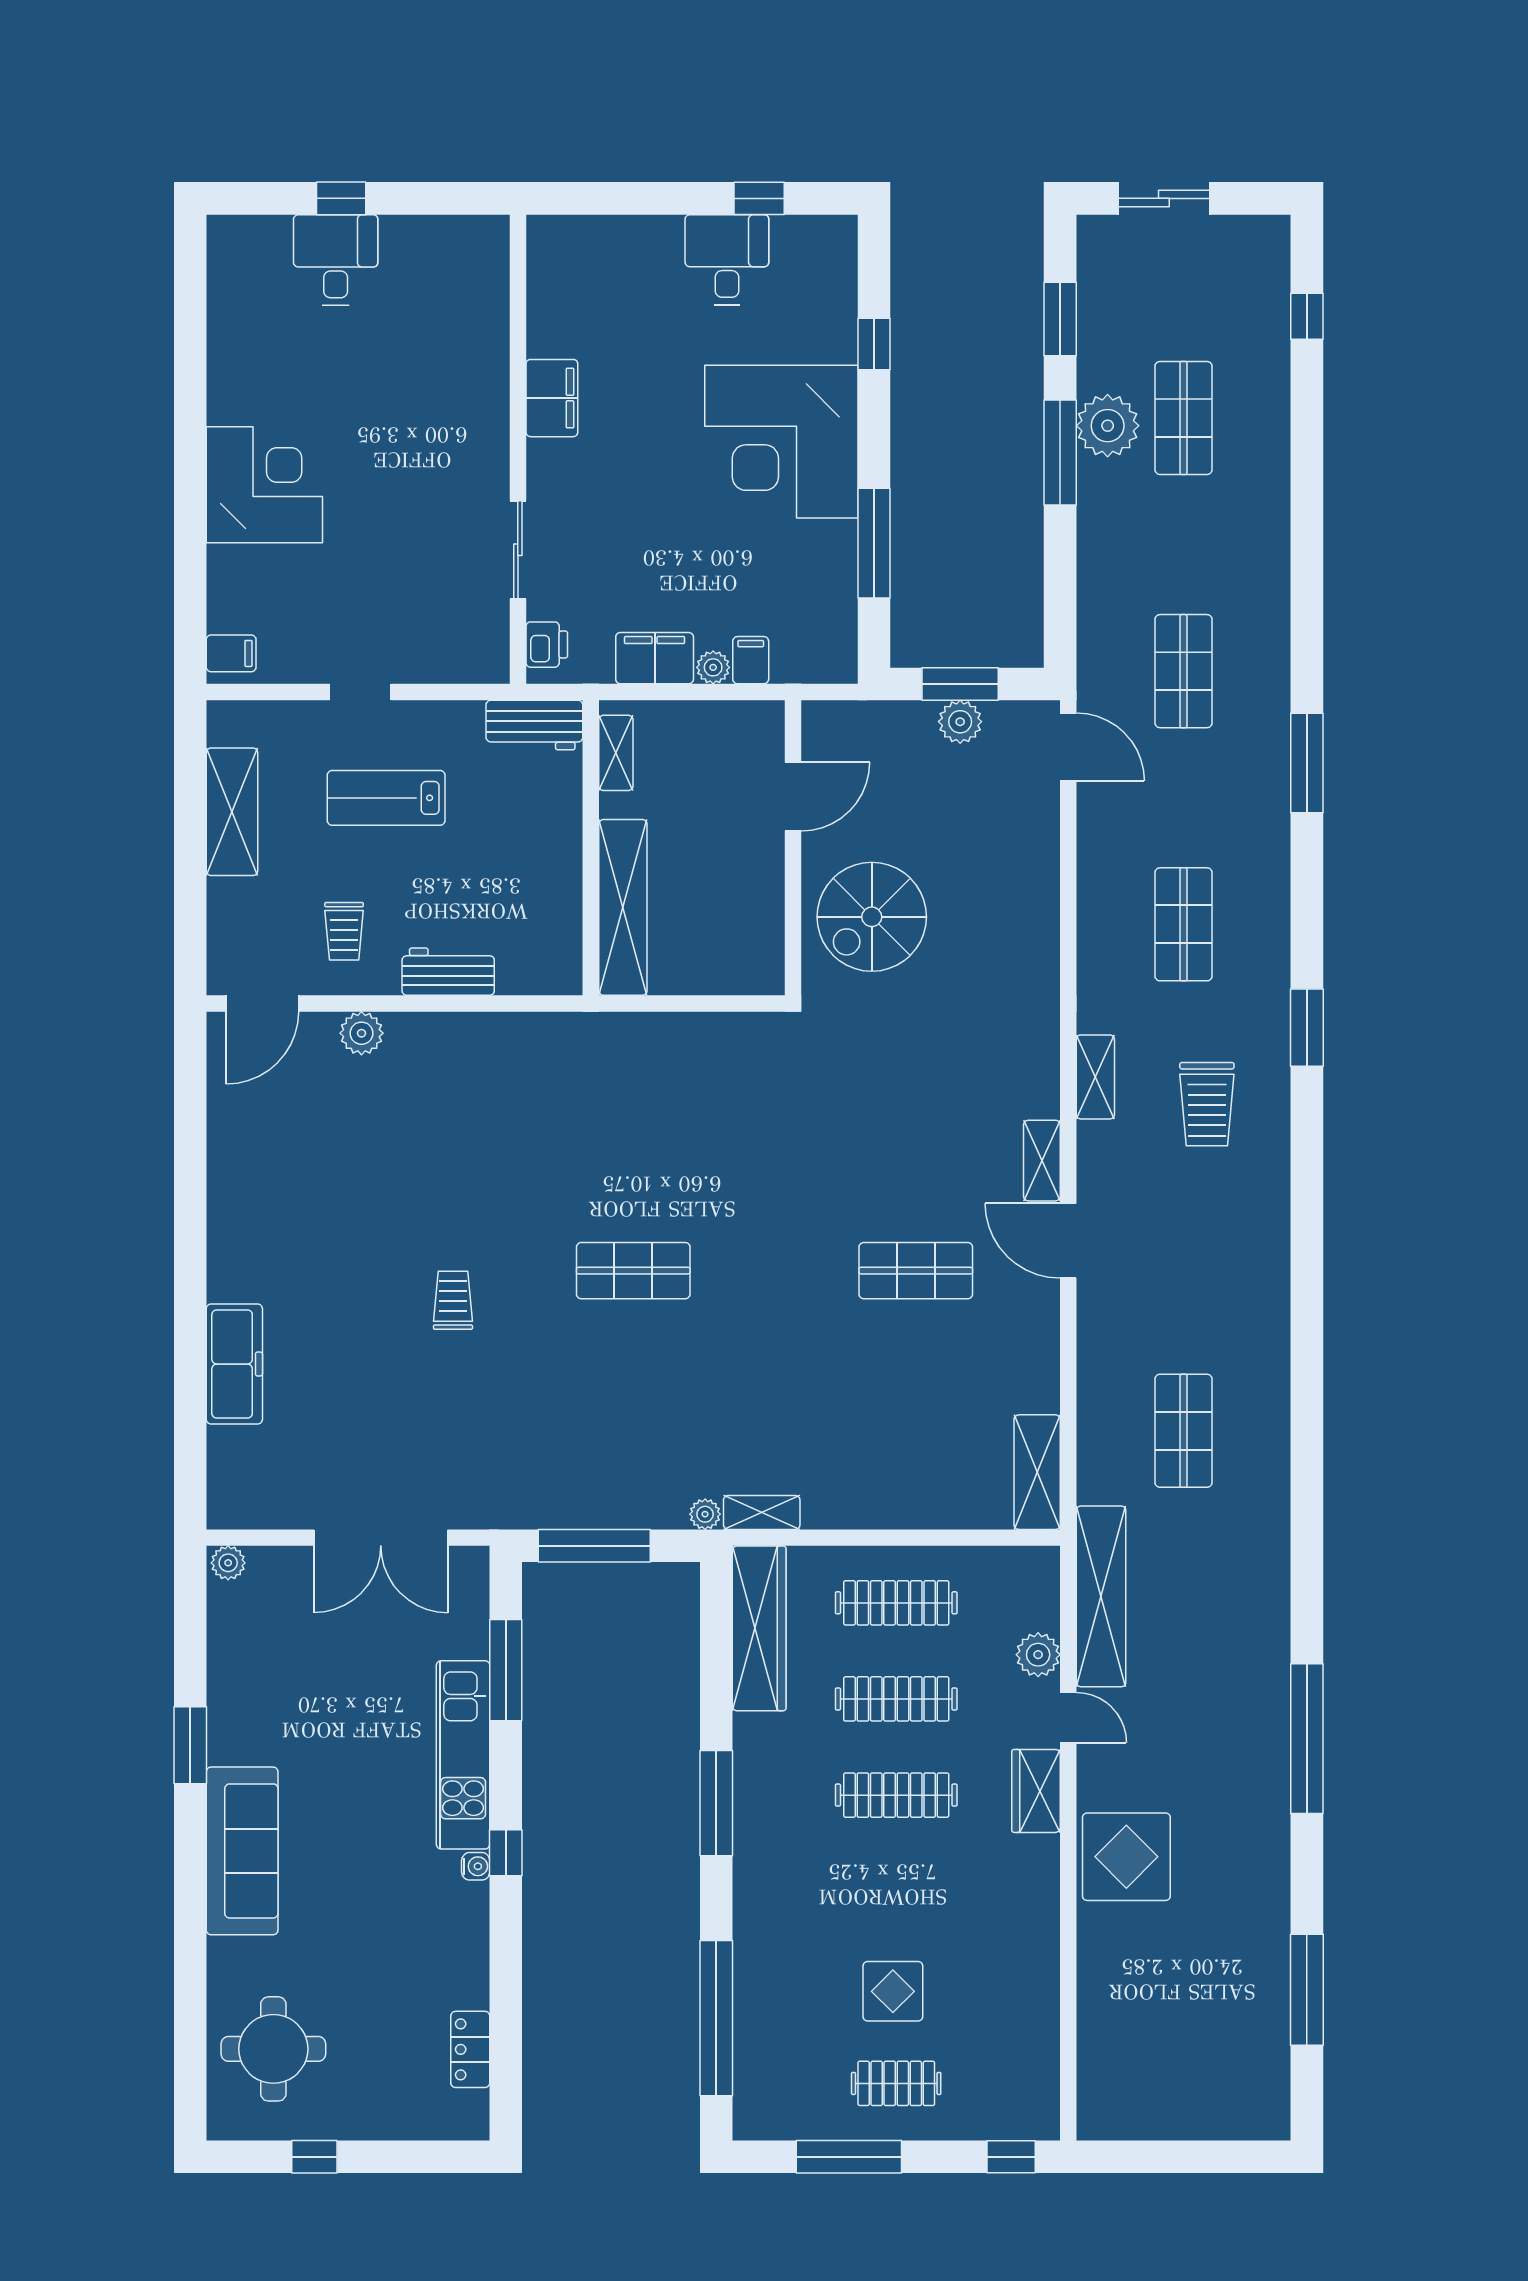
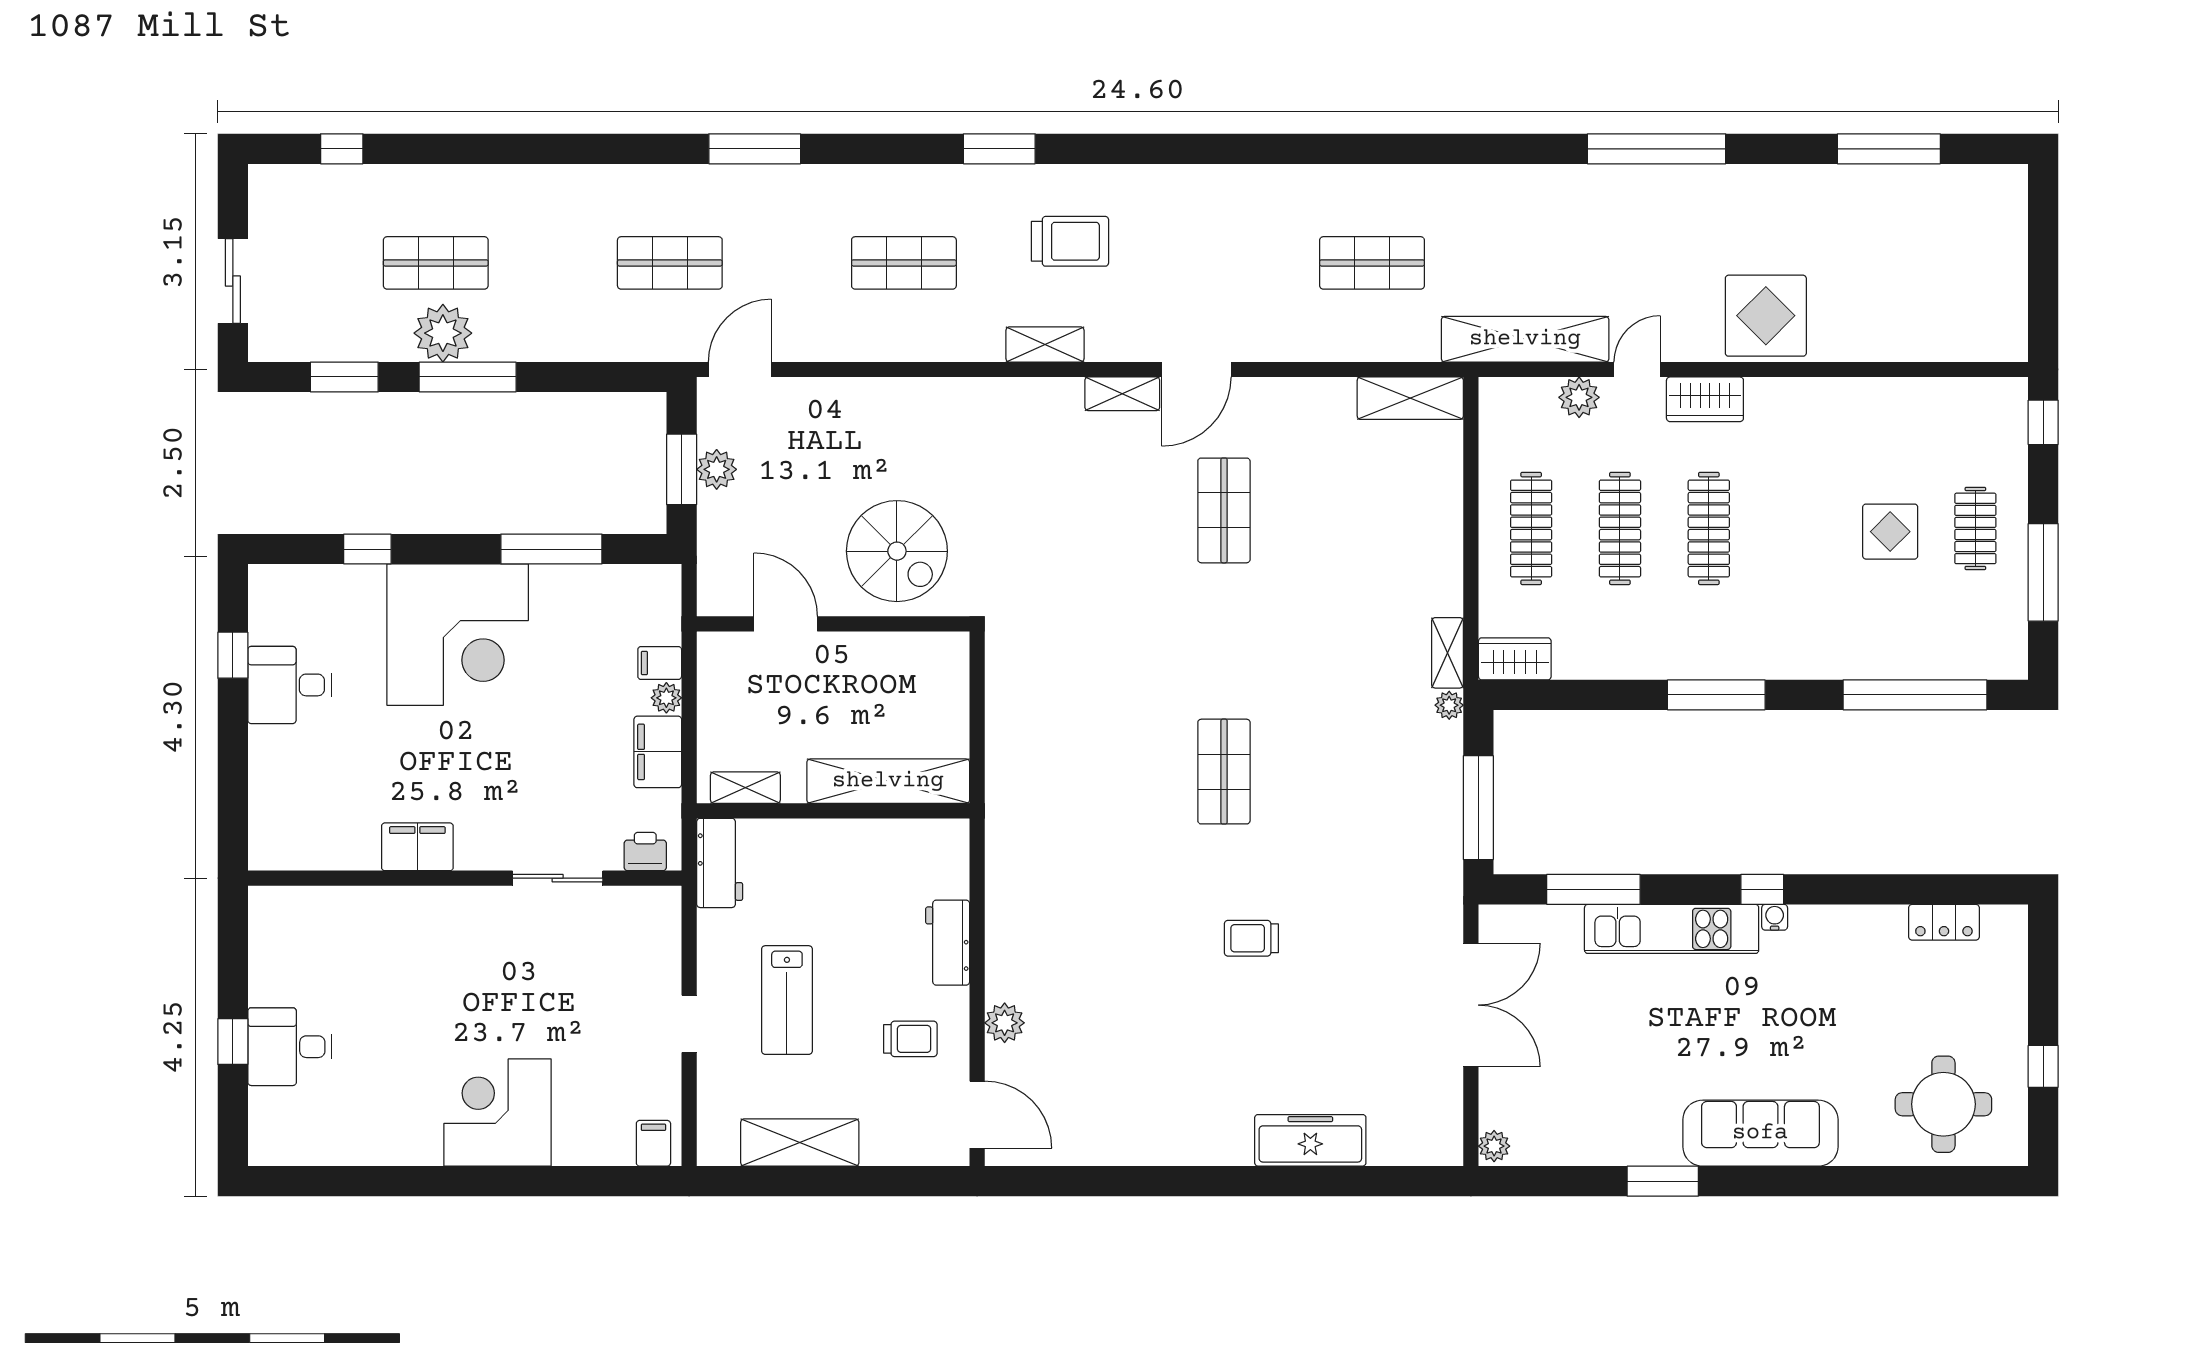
wardrobe: (759, 1628) -> (1515, 659), width x0.48, depth x0.85

